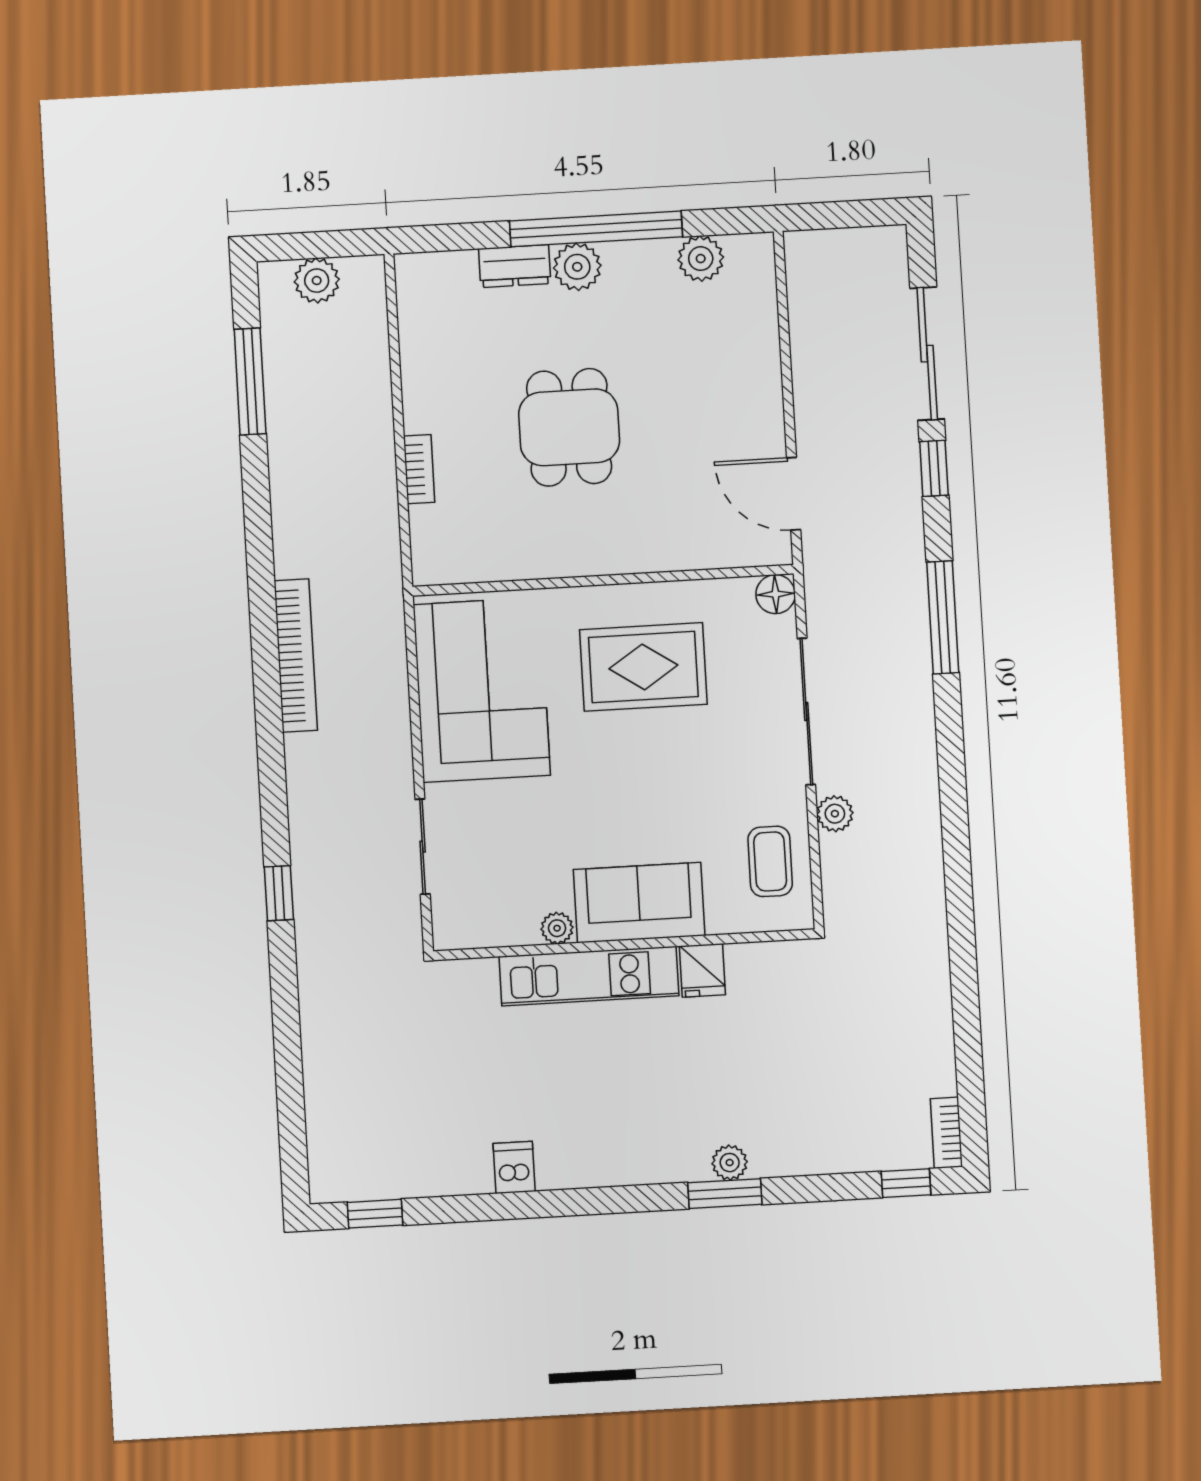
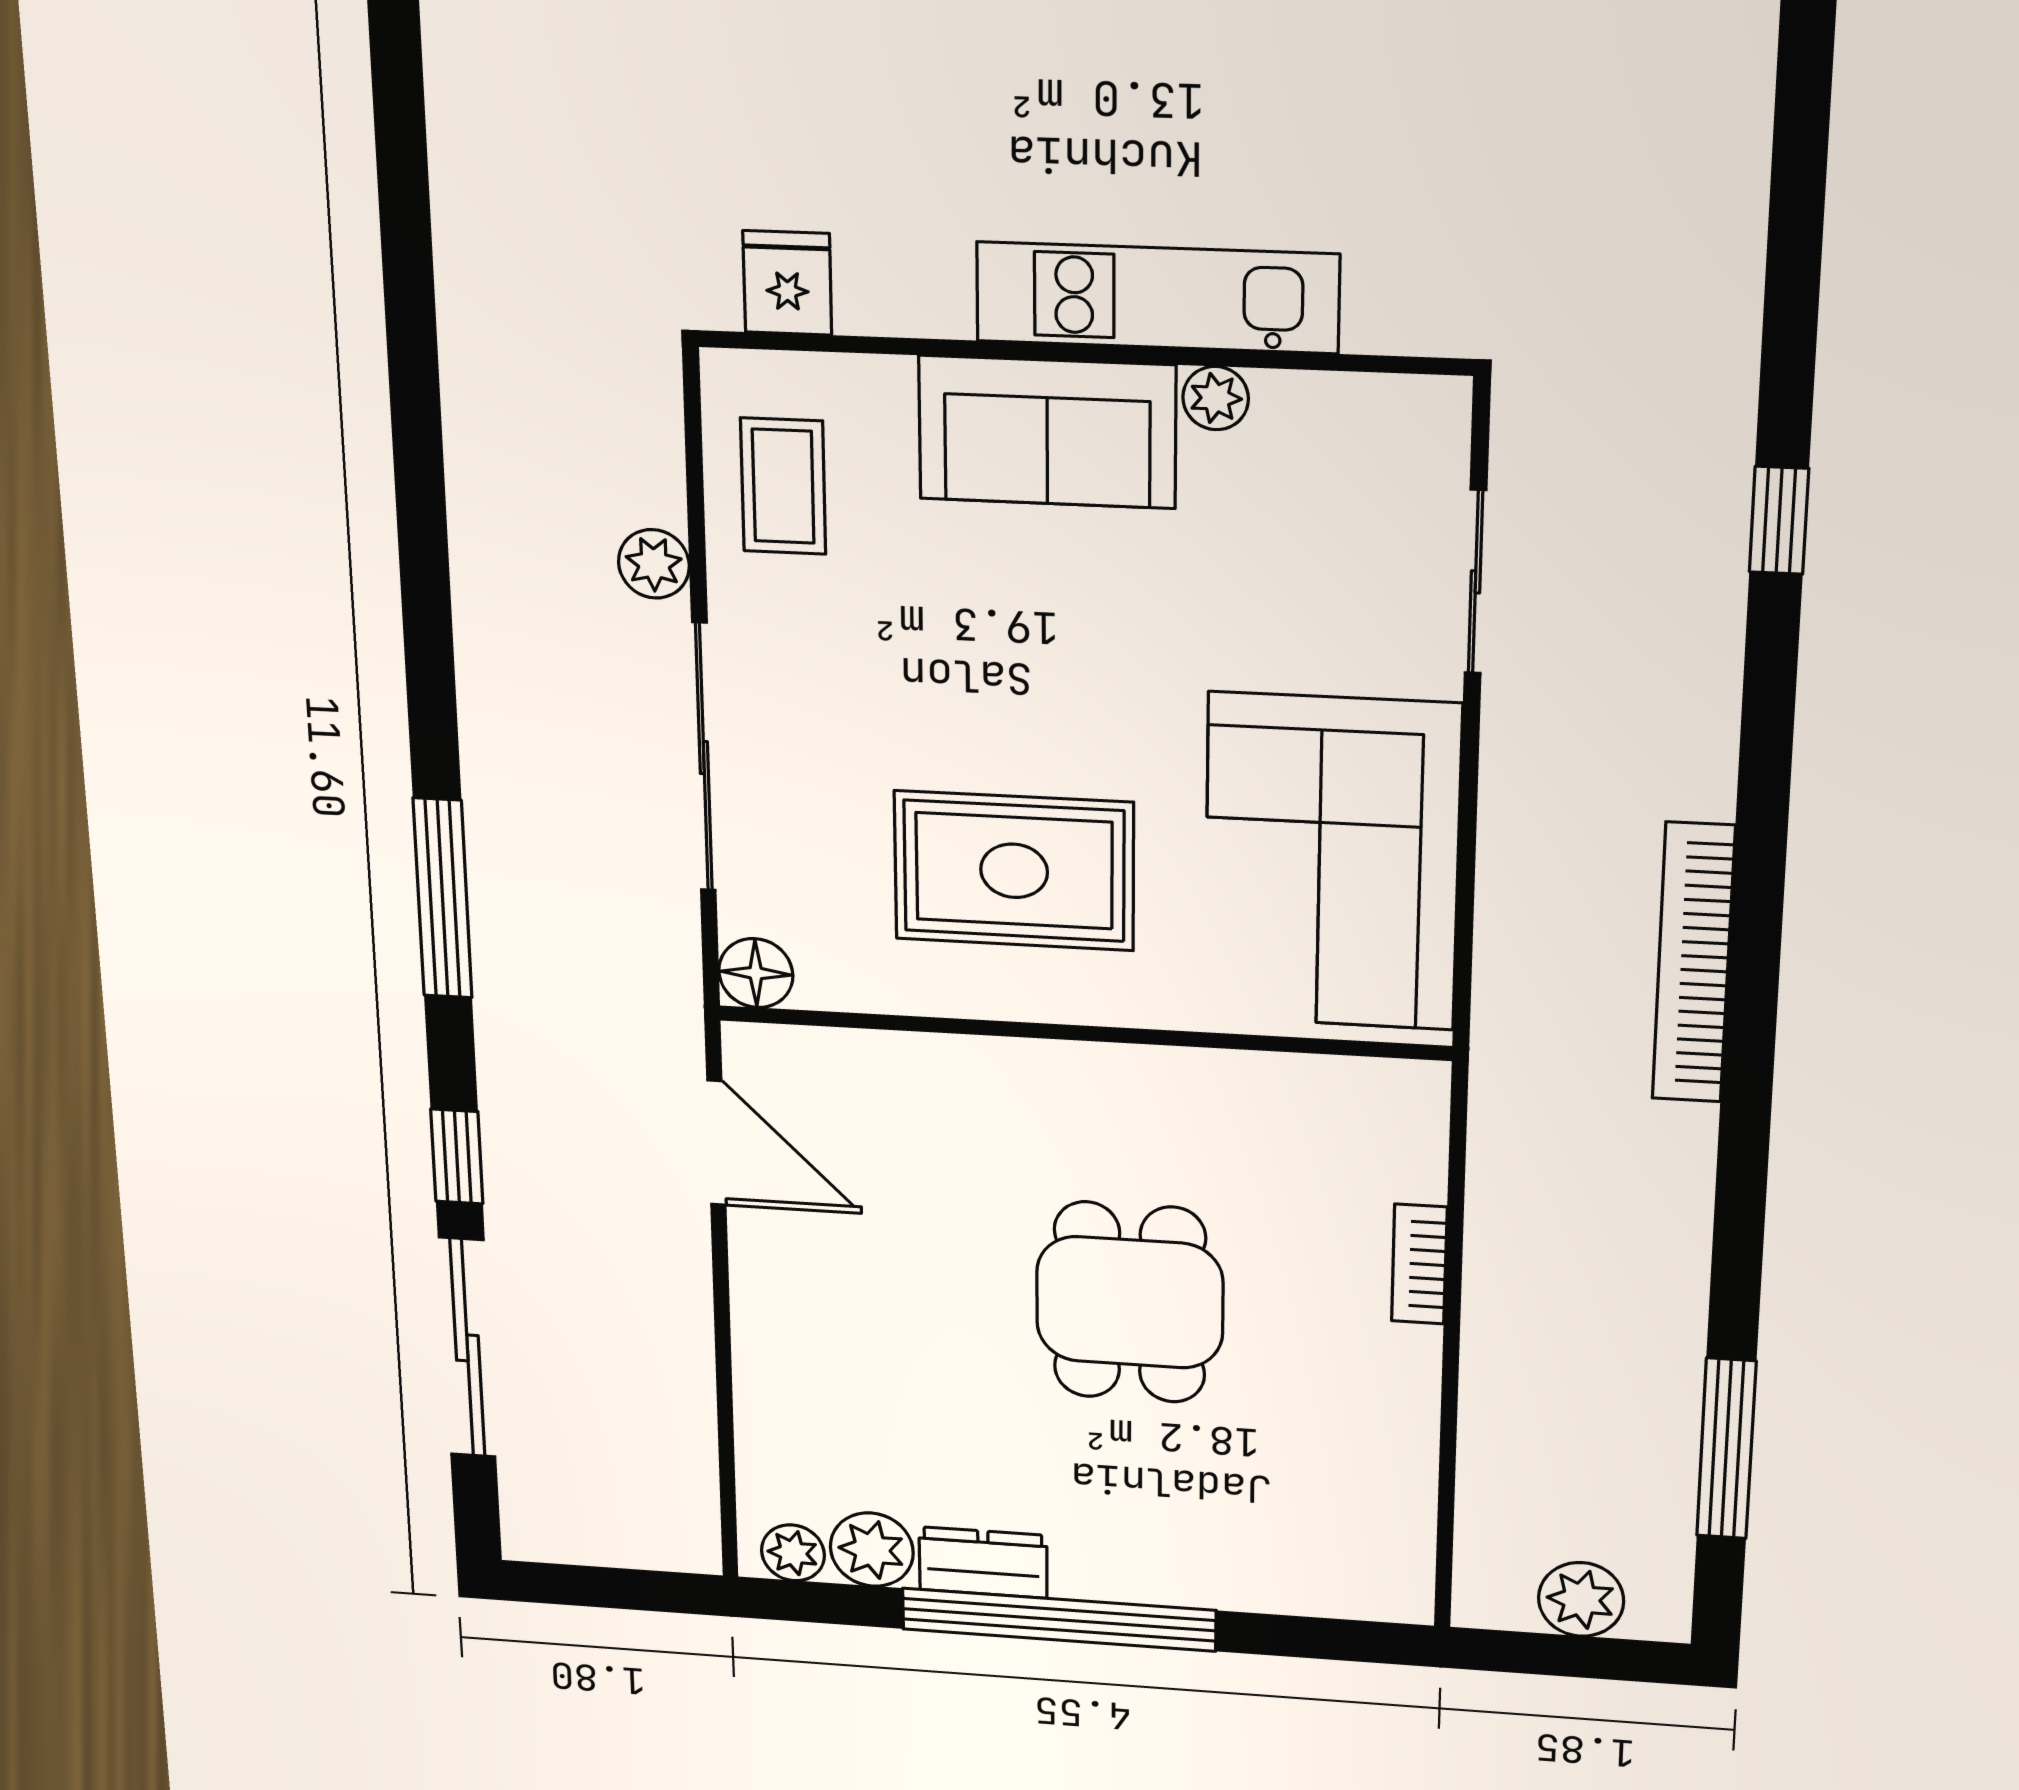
dresser: (515, 266) -> (983, 1563), moved
plant: (577, 267) -> (793, 1553), moved, width x0.73, depth x0.73
fridge: (702, 970) -> (787, 283), moved

